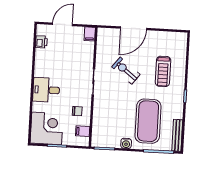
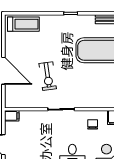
exercise bike: (126, 71) -> (48, 76), turned -46
treadmill: (163, 71) -> (23, 24), moved

